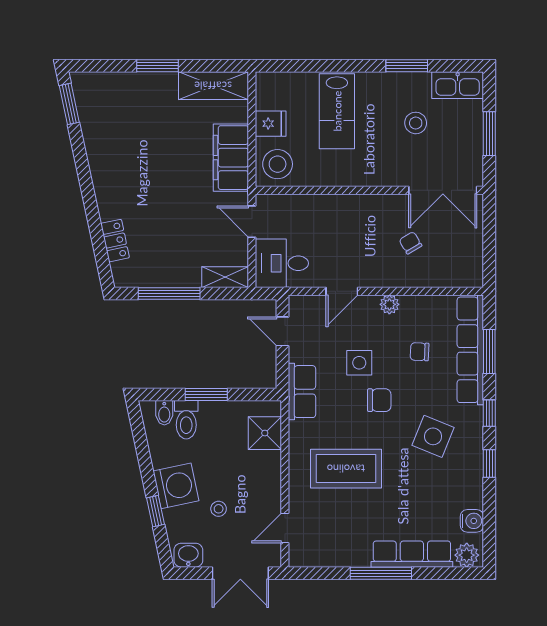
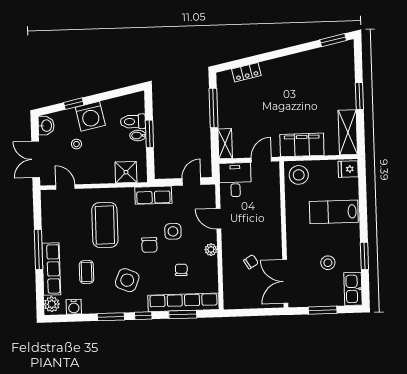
fridge: (271, 124) -> (348, 169), moved, turned 90
bidet: (164, 413) -> (138, 135), moved
window: (489, 463) -> (111, 317), width x1.50
coffee table: (418, 499) -> (87, 272), added

